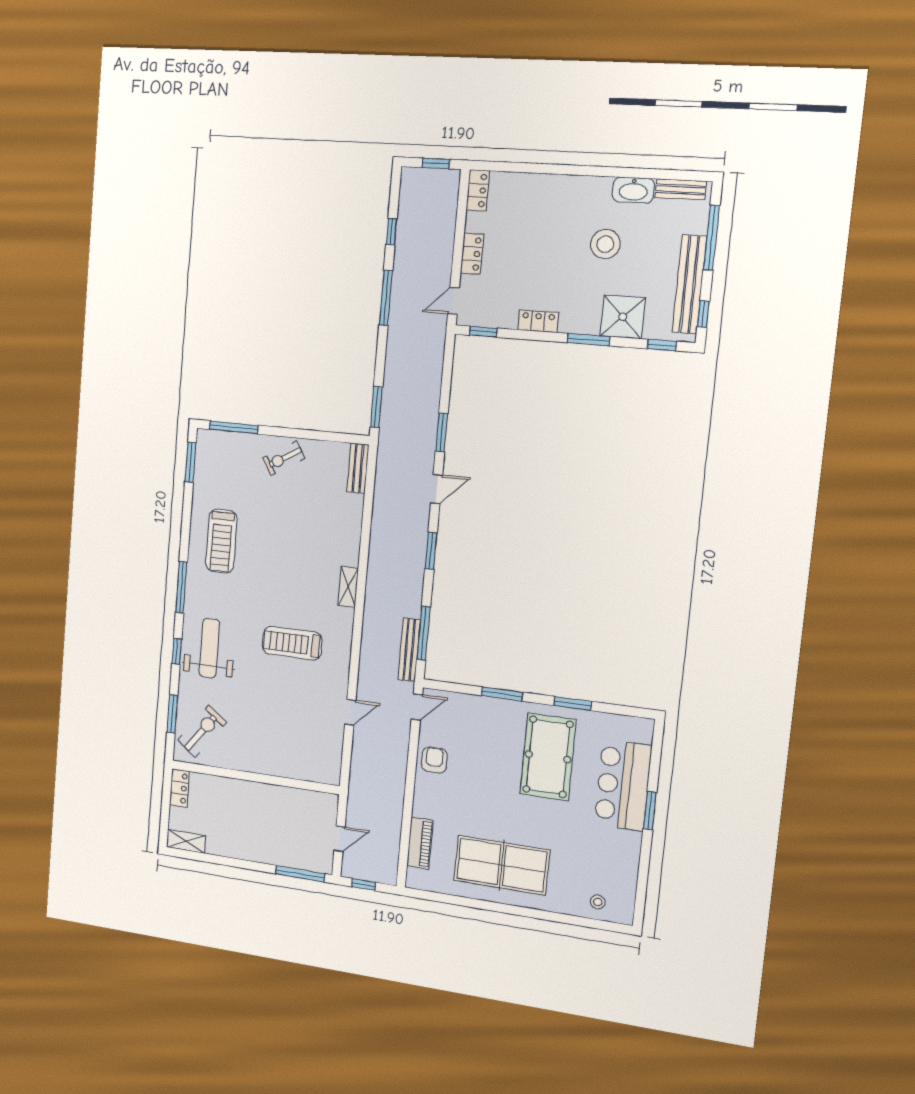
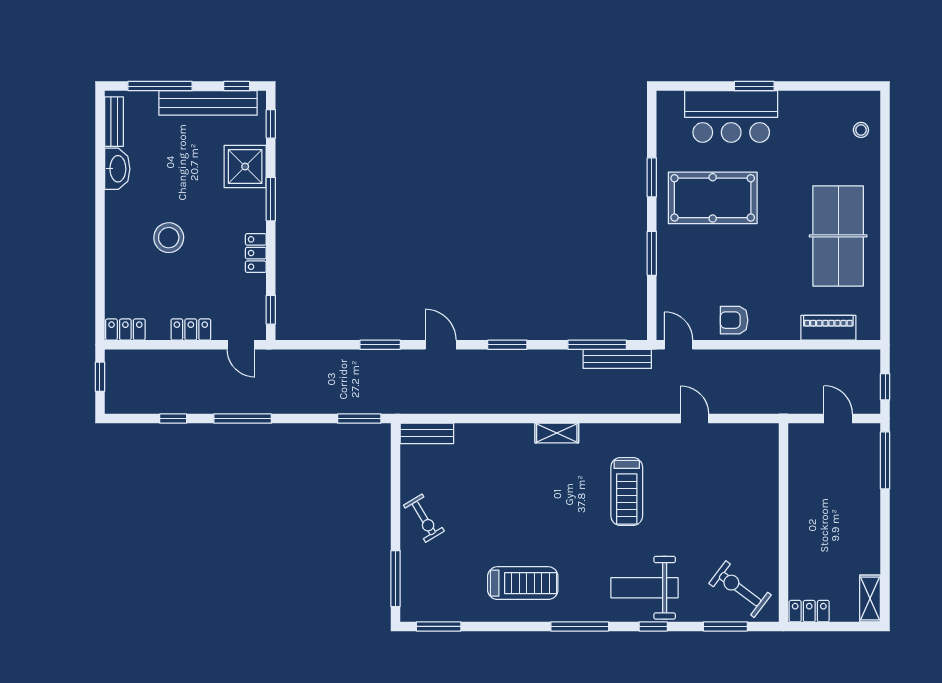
stool: (605, 244) -> (169, 238), moved

